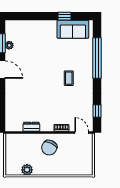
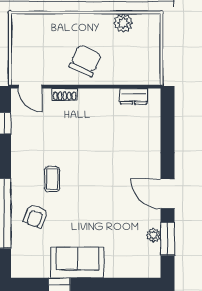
sofa: (73, 29) -> (77, 263), moved
armchair: (78, 57) -> (36, 216), added
dresser: (31, 127) -> (134, 96), moved

